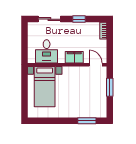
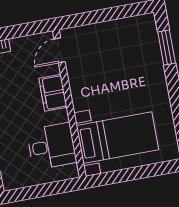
window: (110, 87) -> (97, 17), removed

